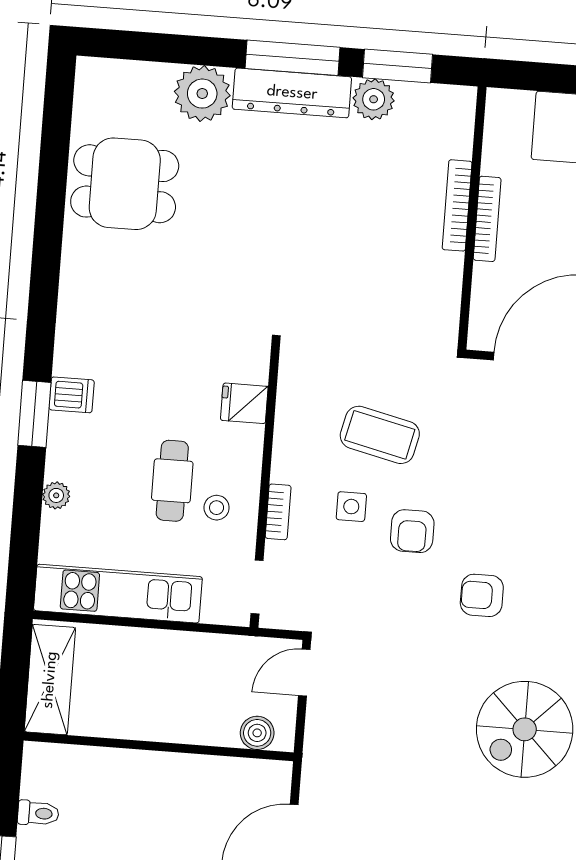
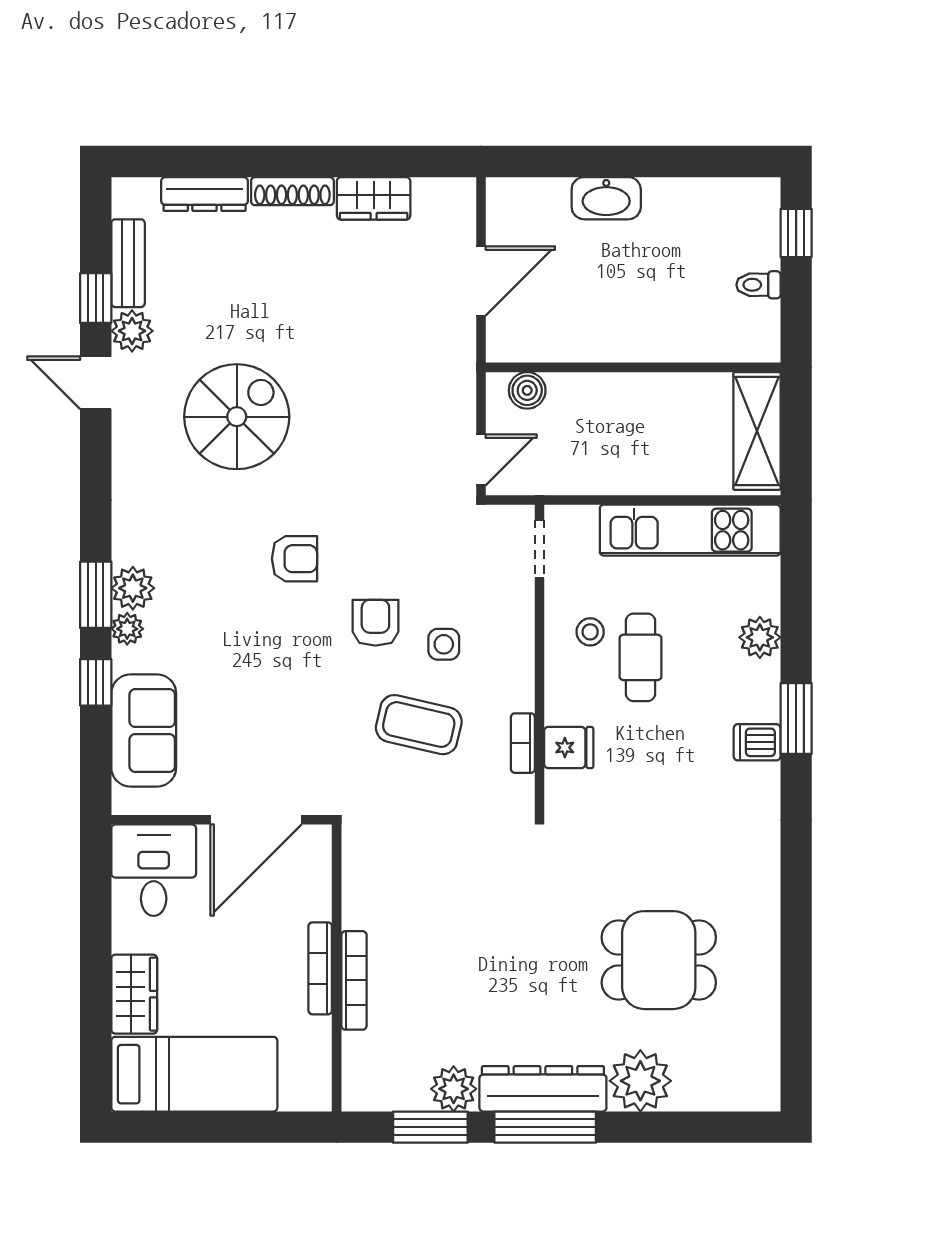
dining table: (125, 184) -> (659, 960), moved
plant: (56, 495) -> (760, 637), width x1.38, depth x1.38
bookcase: (278, 512) -> (523, 743), moved

